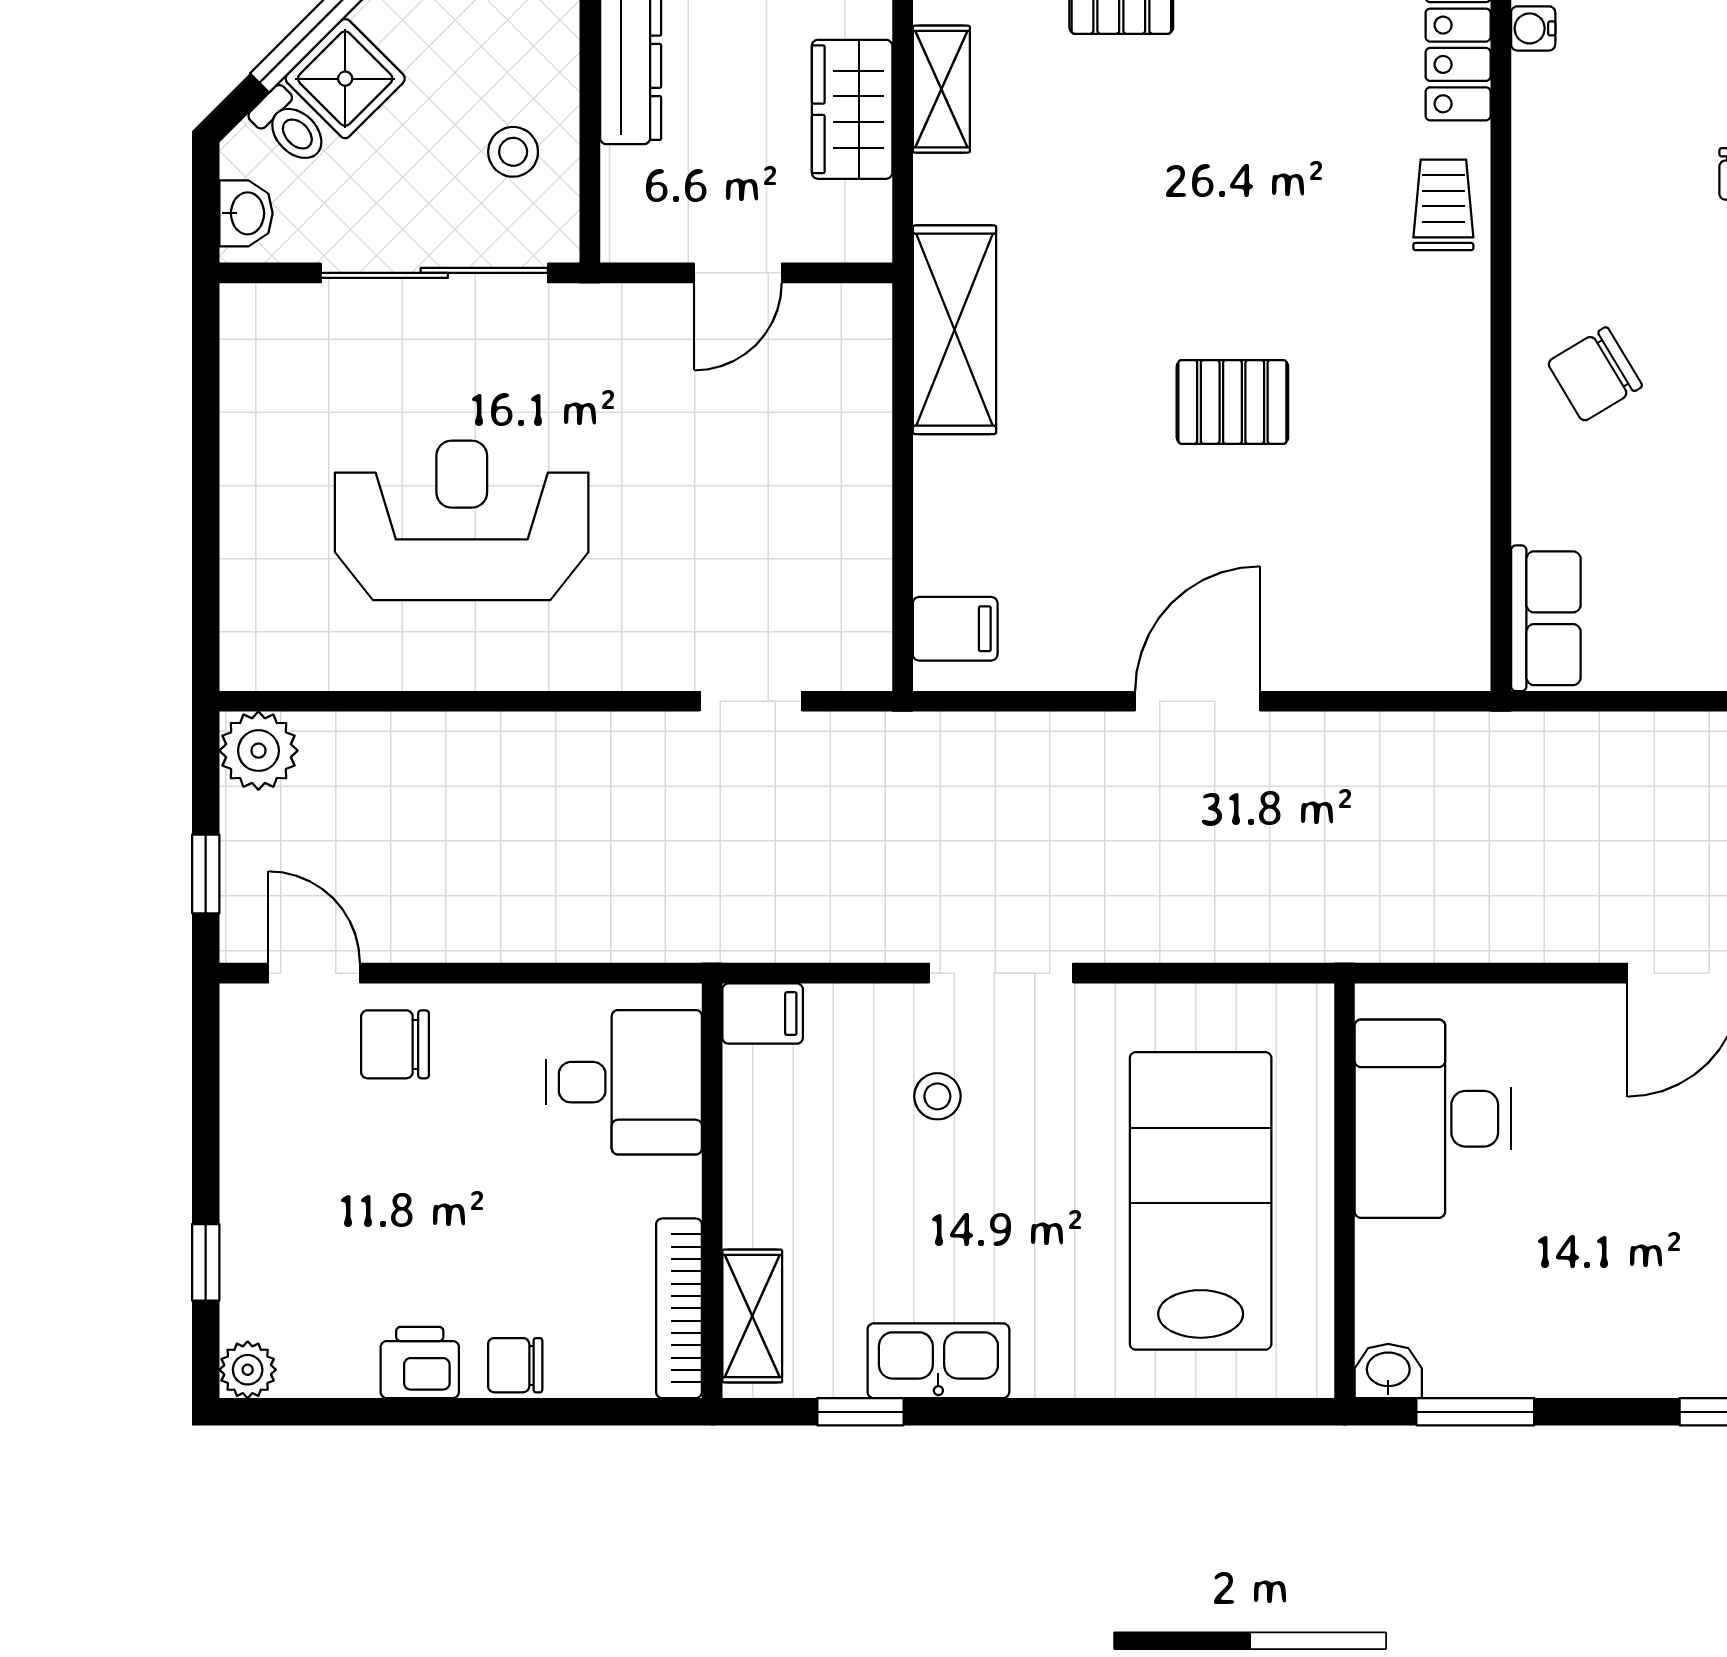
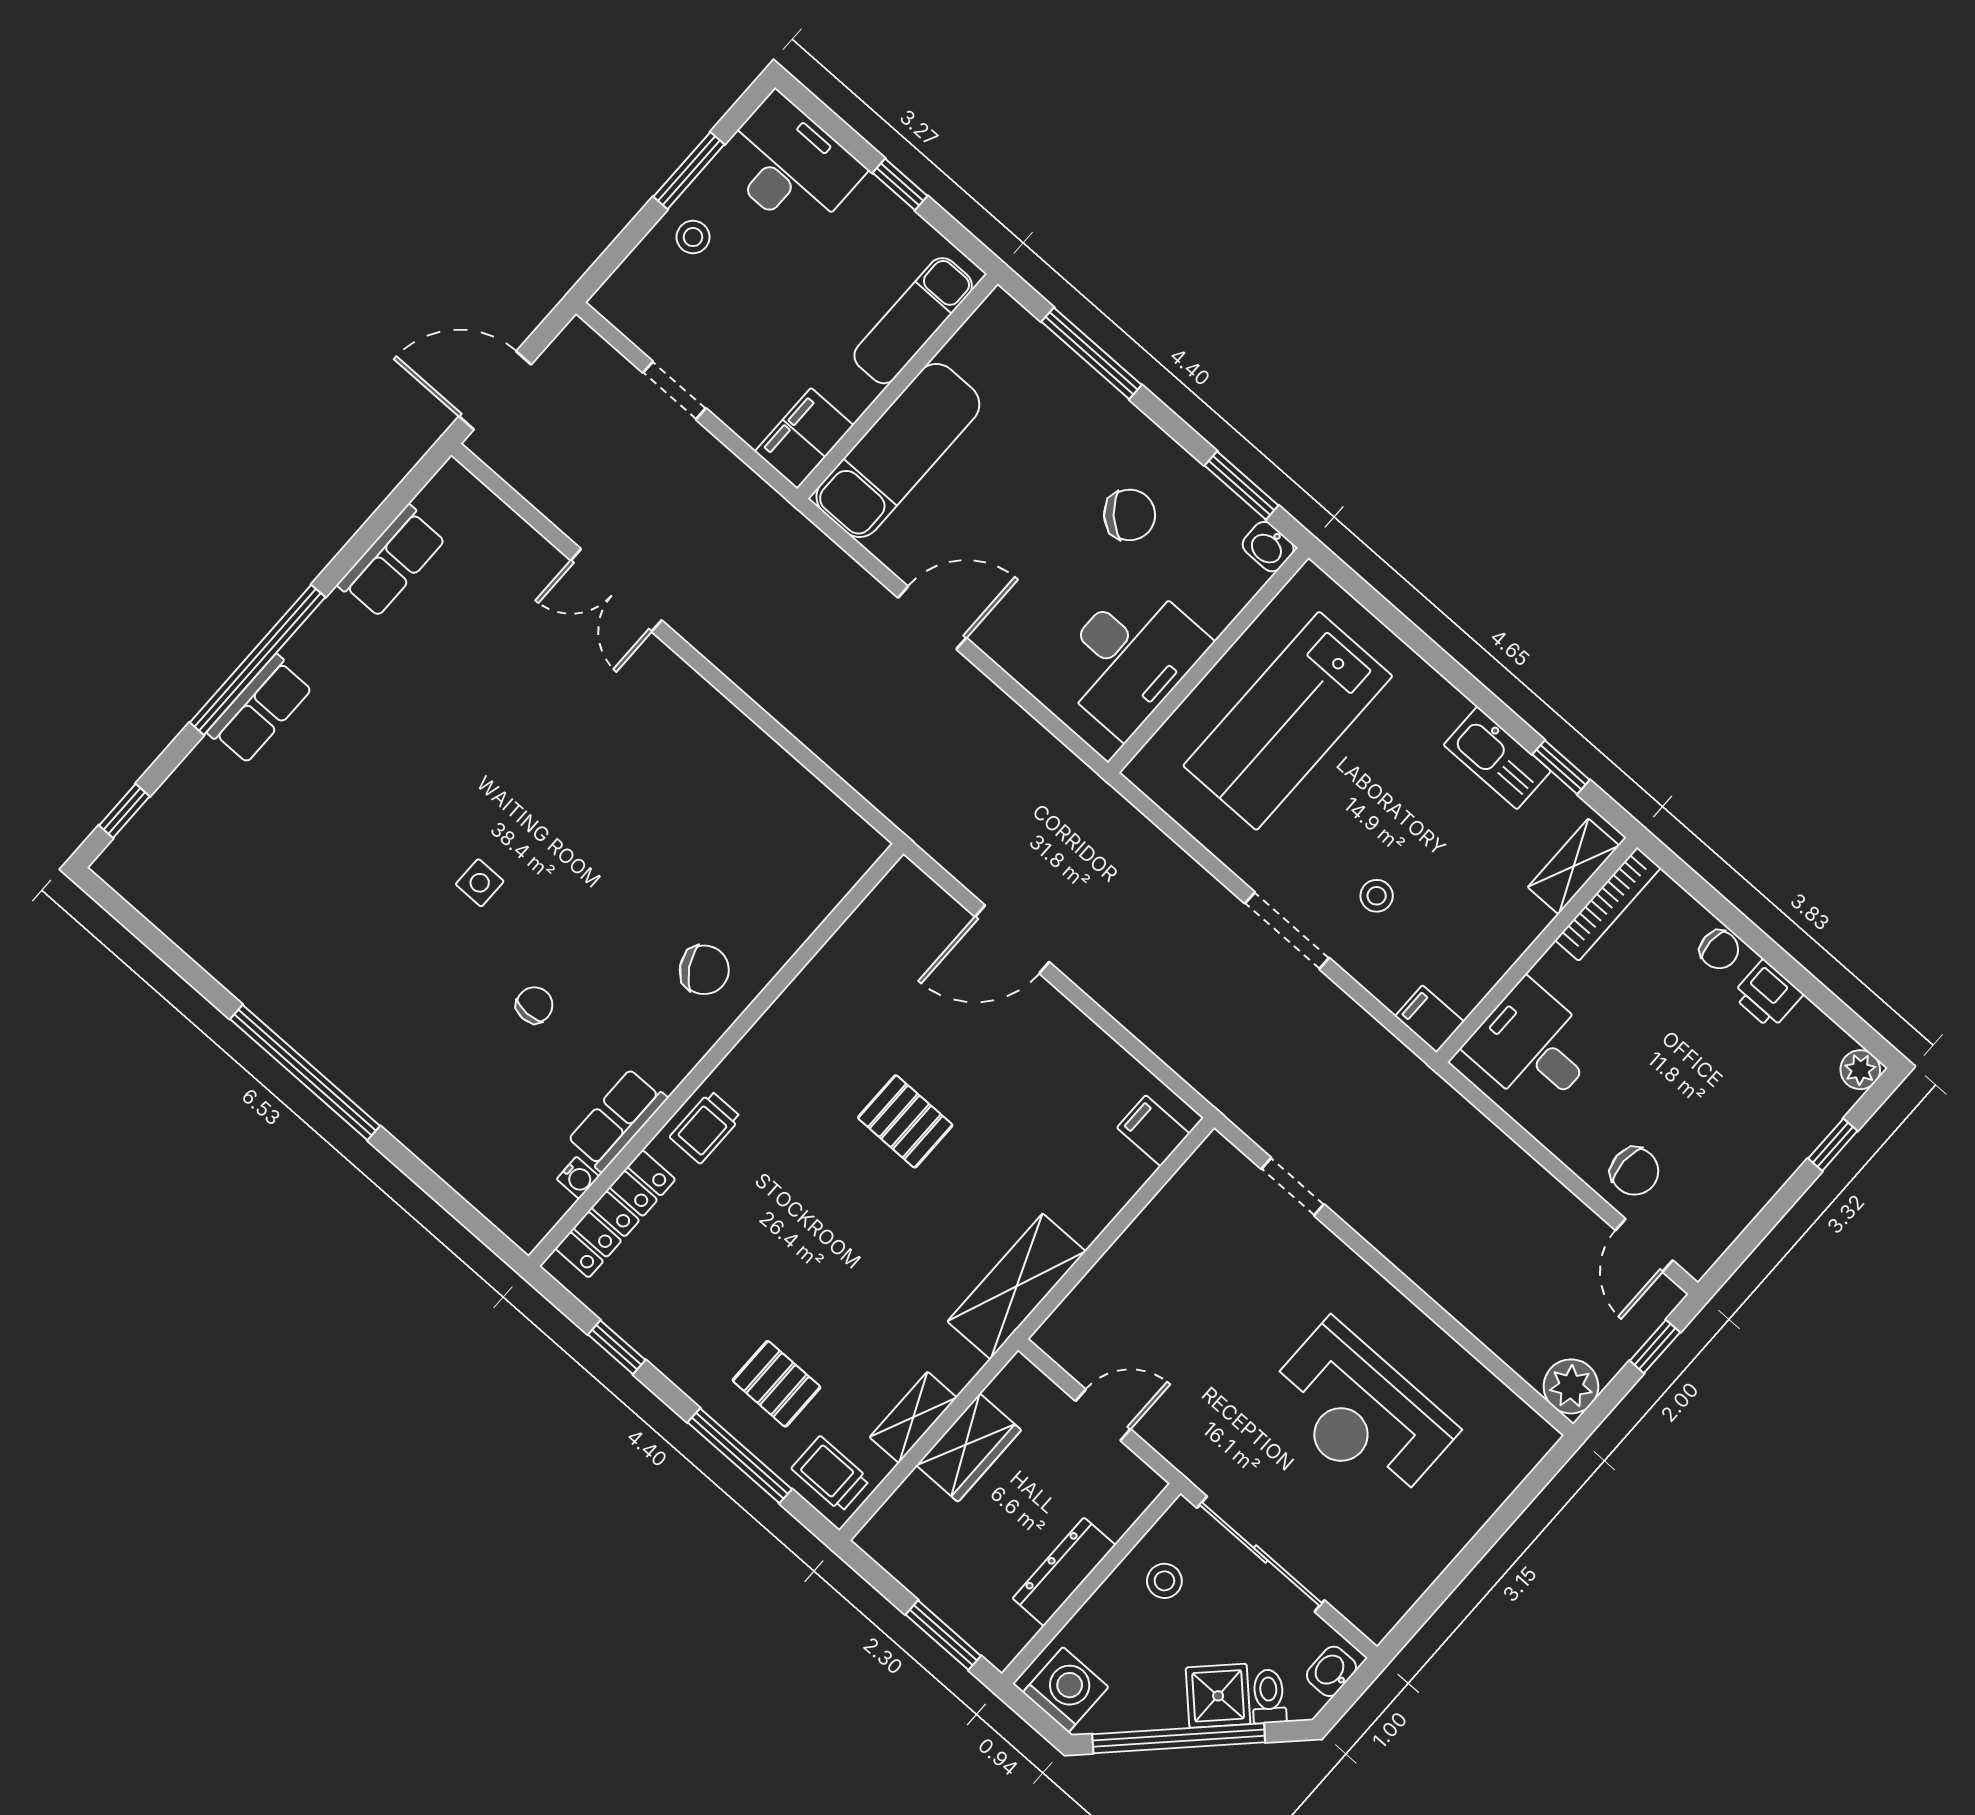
row of seats: (1546, 618) -> (617, 1120), moved
door: (1197, 701) -> (1012, 939), moved
chair: (1568, 1273) -> (1130, 515), added

